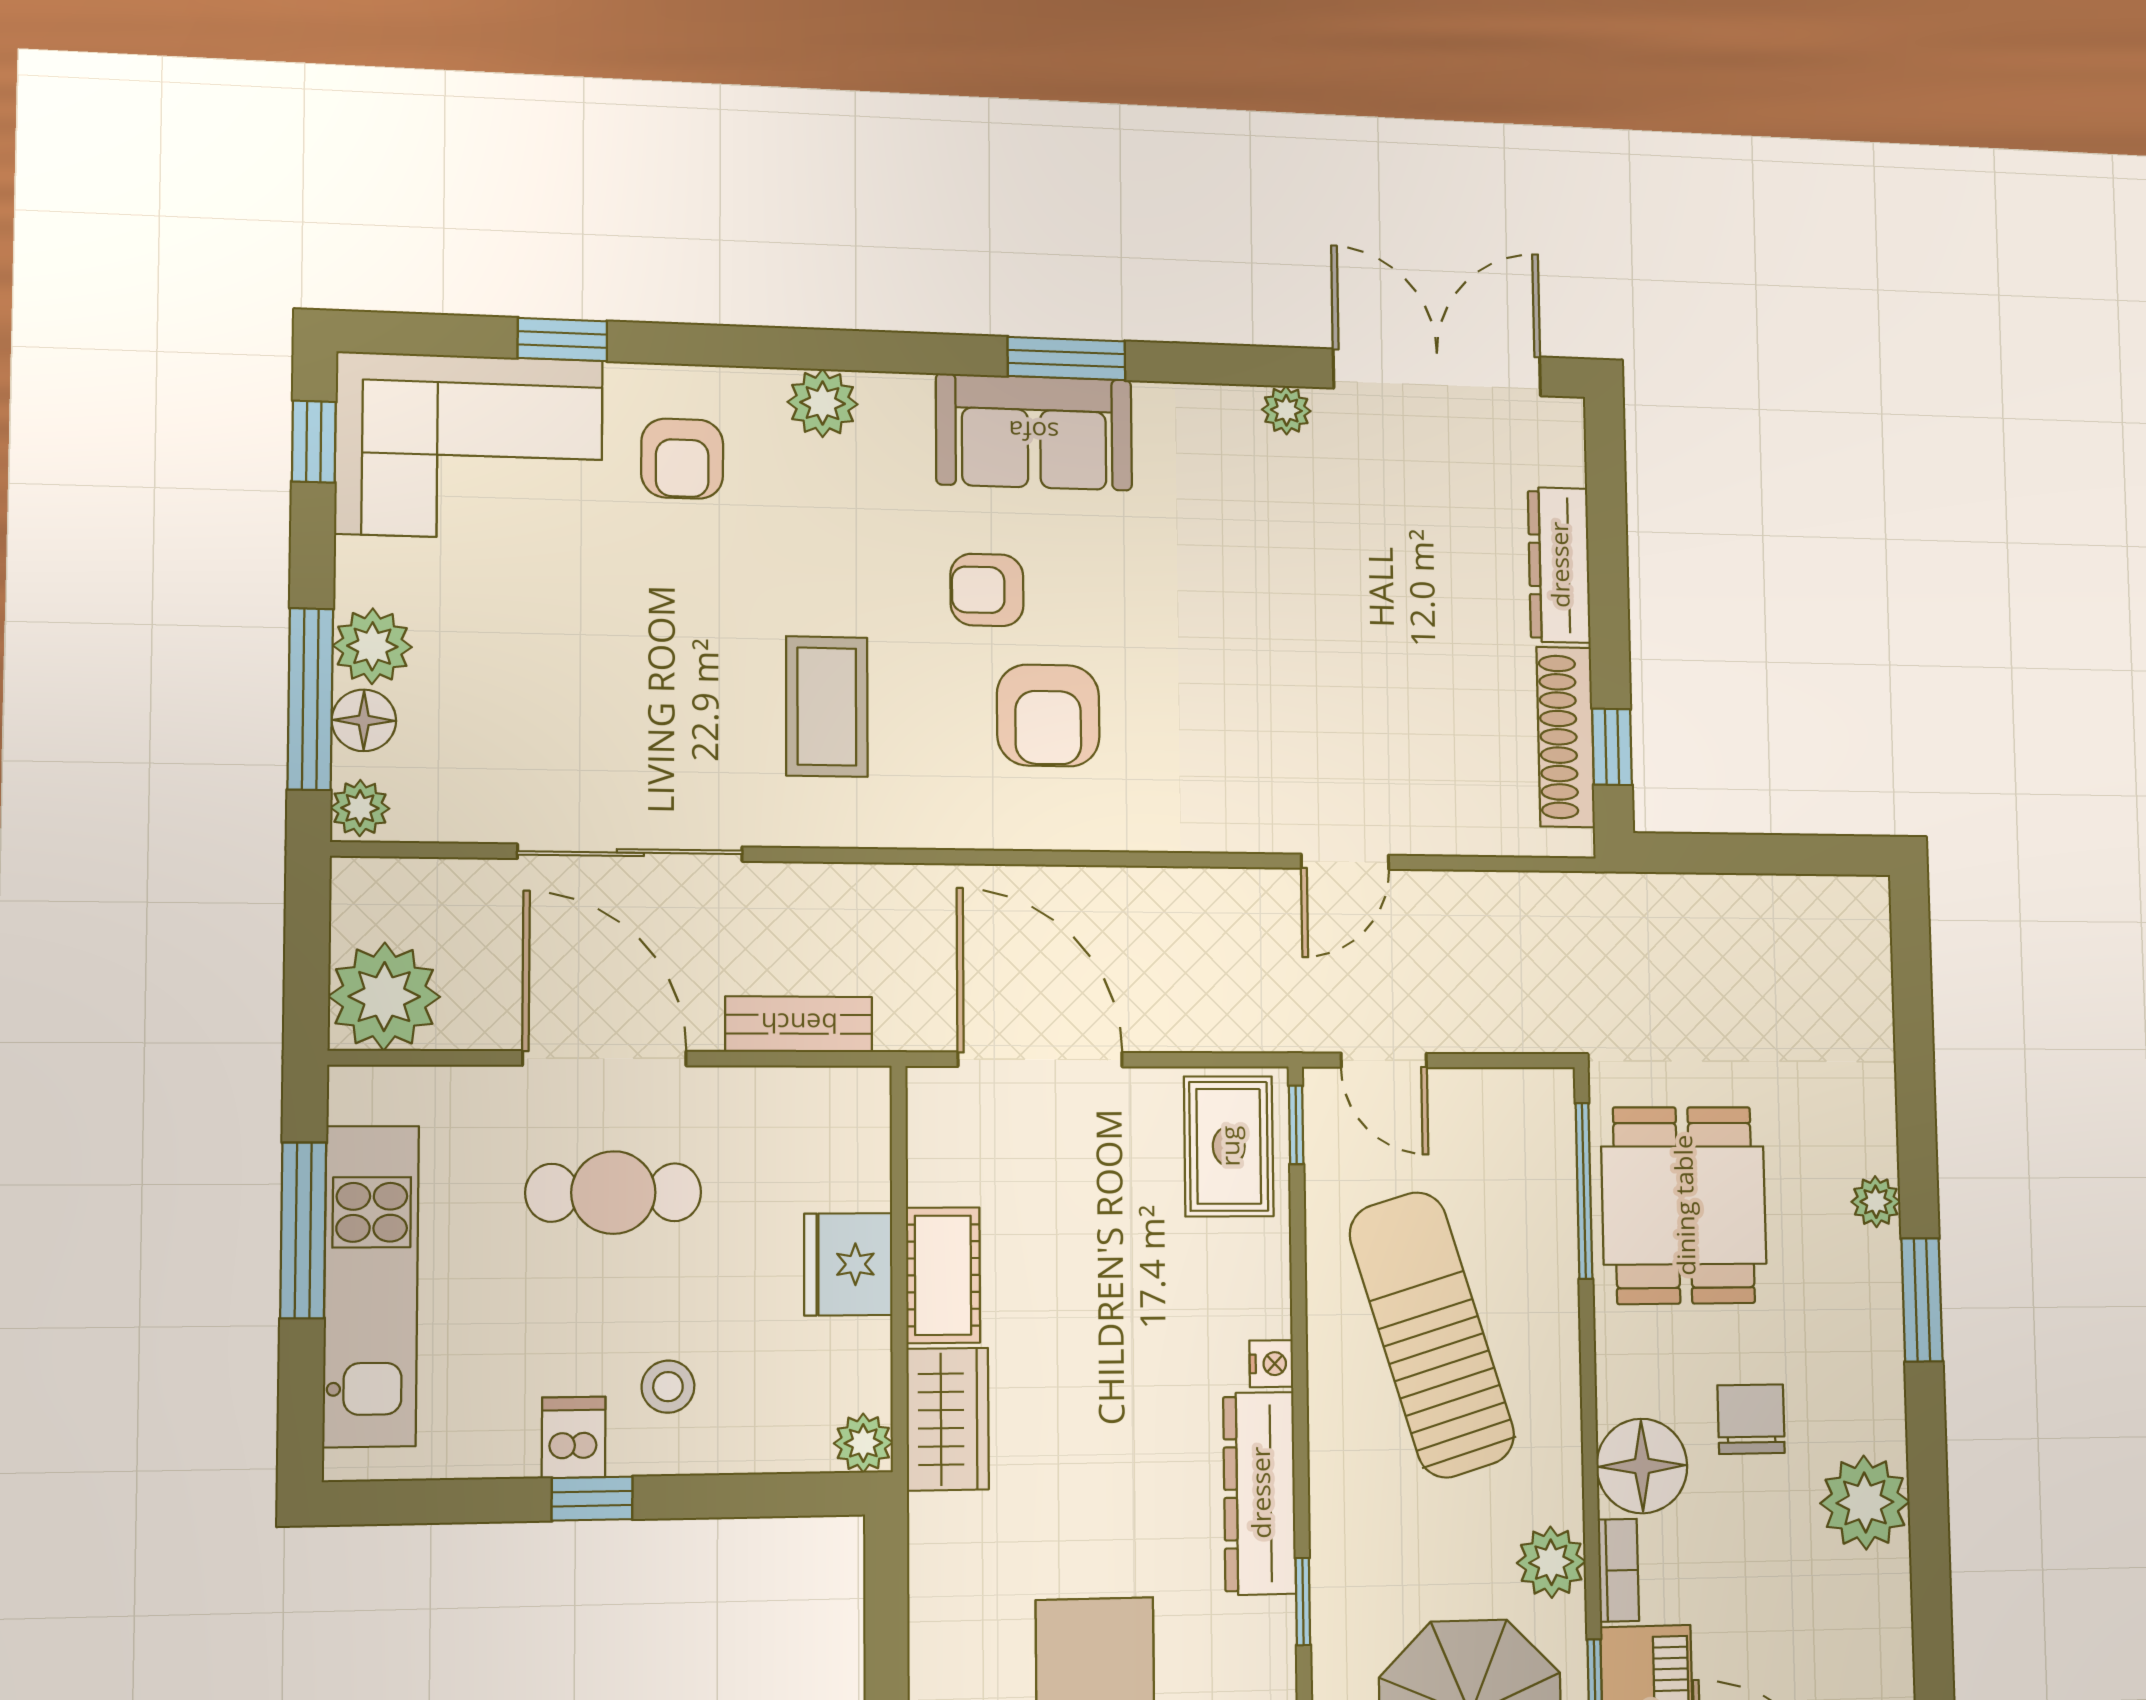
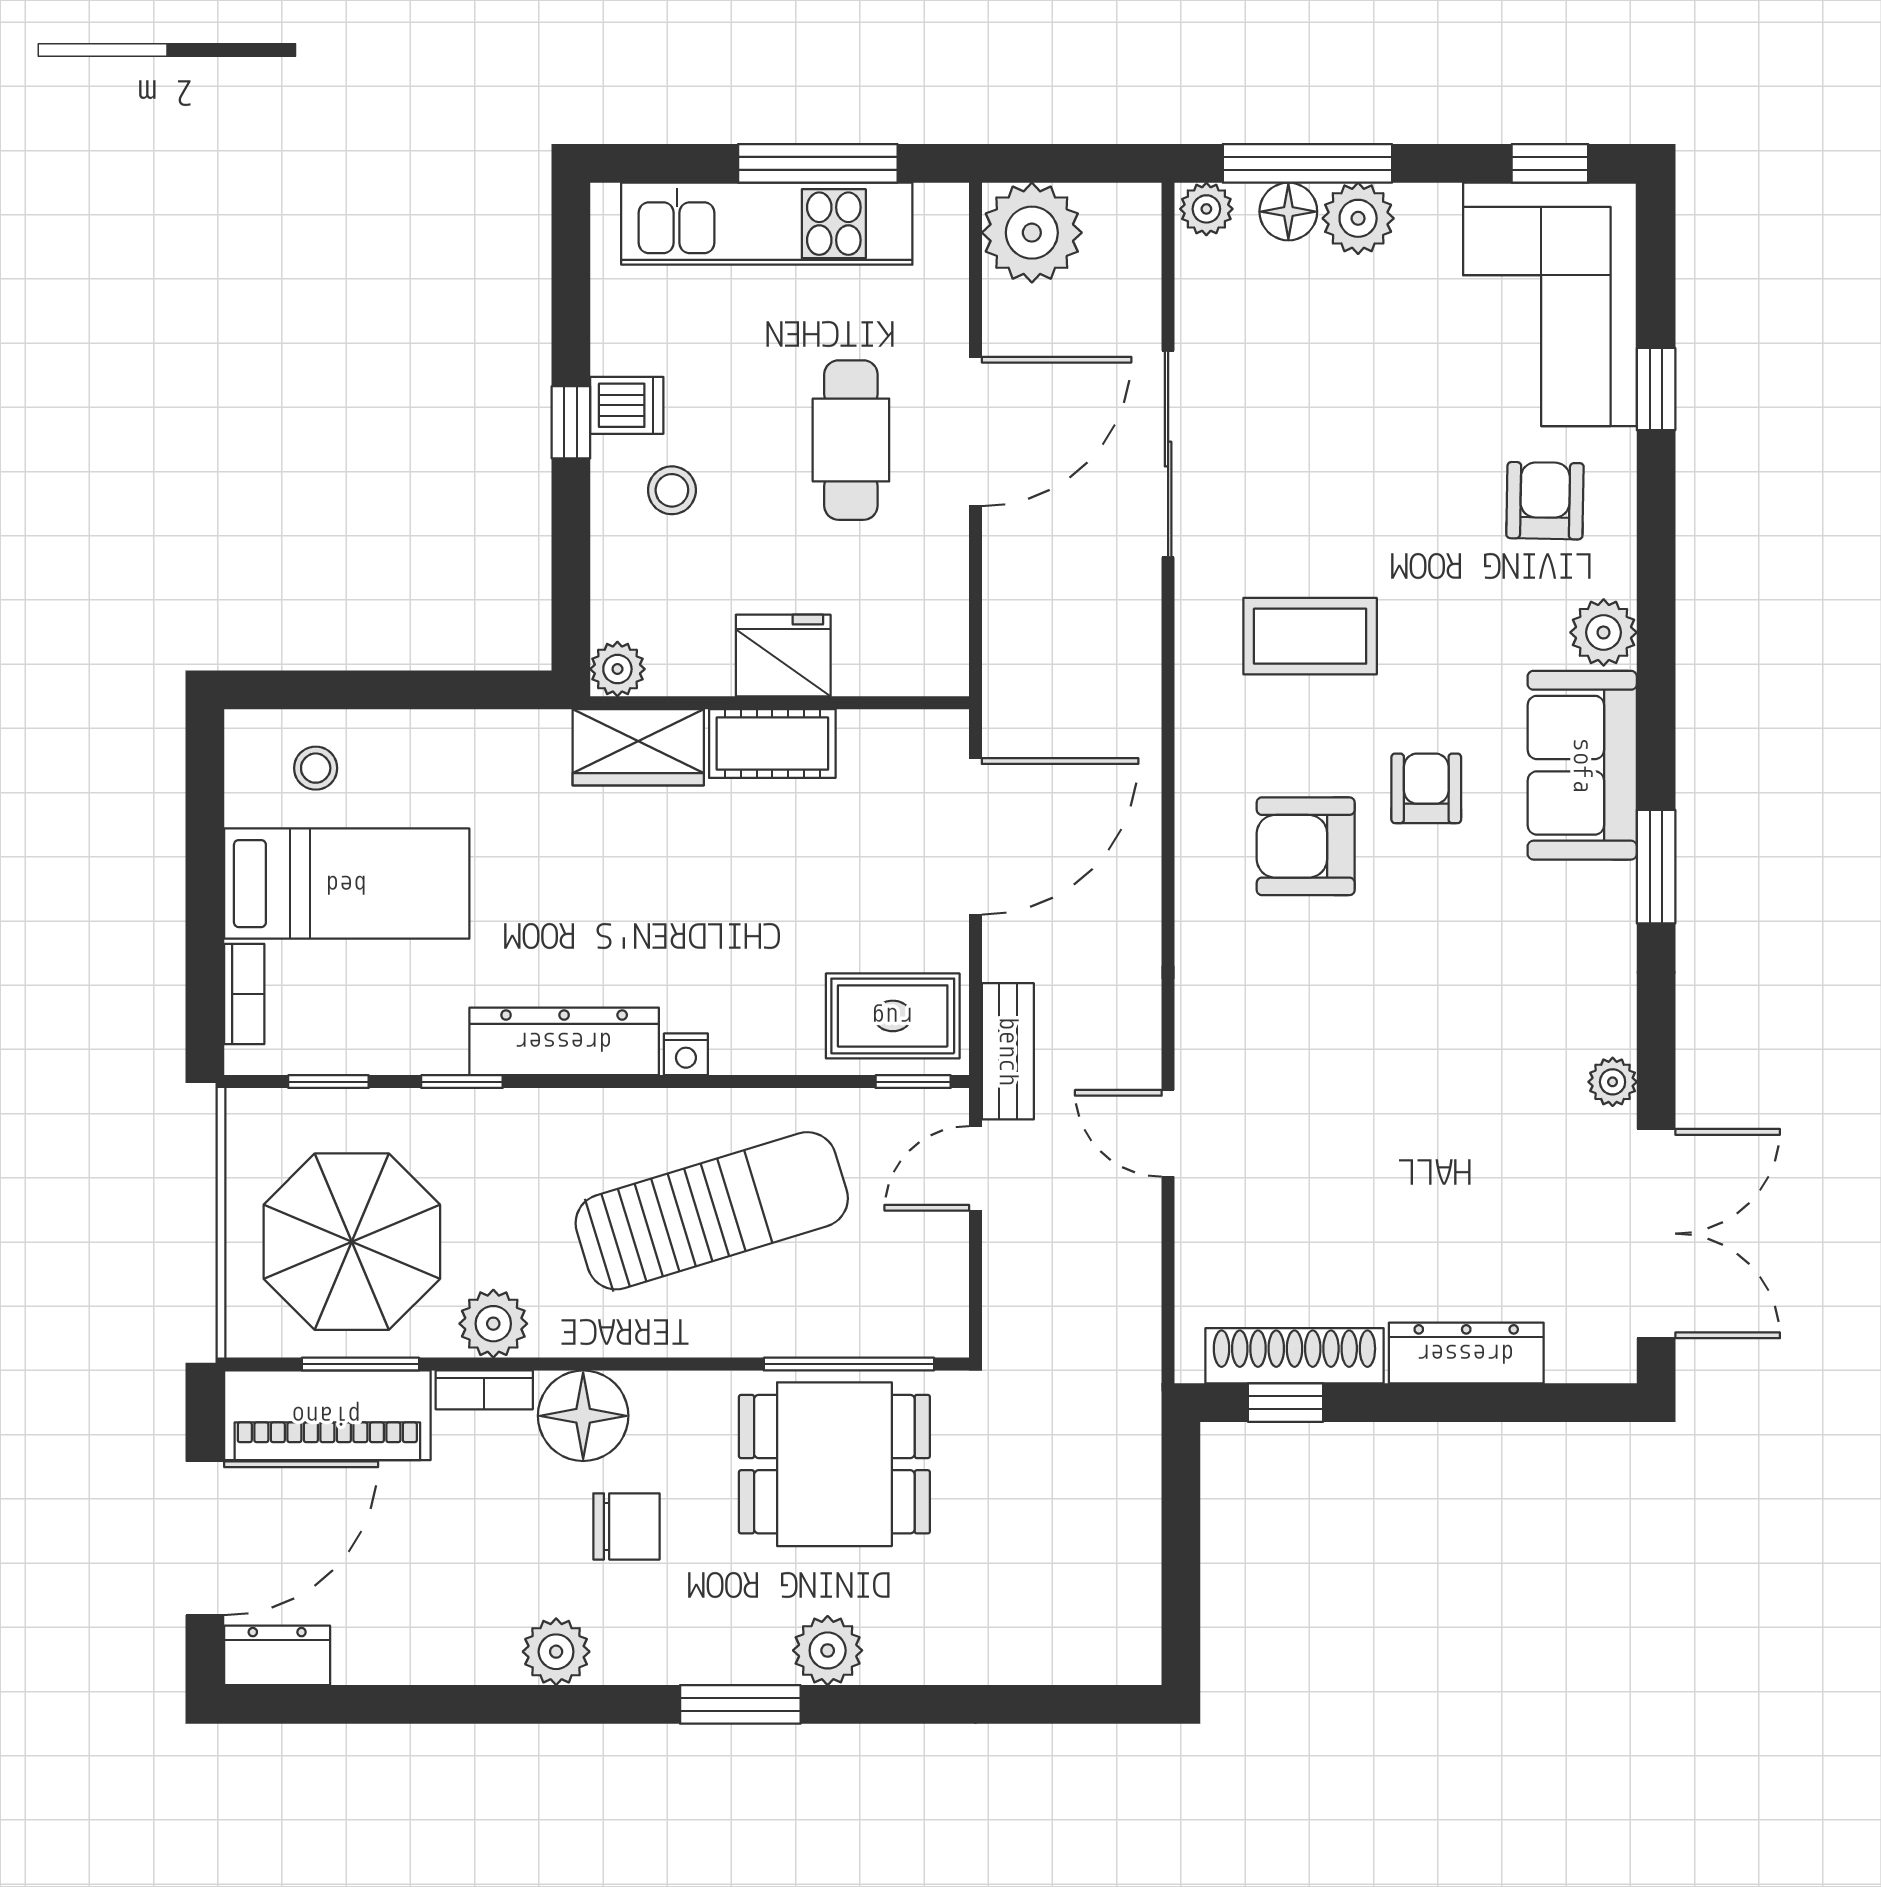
sofa: (1034, 432) -> (1582, 765), moved
armchair: (682, 459) -> (1545, 501), turned 91
bench: (799, 1024) -> (1008, 1051), moved
plant: (1876, 1202) -> (828, 1650), width x1.38, depth x1.38
plant: (1865, 1502) -> (556, 1652), width x0.73, depth x0.73

